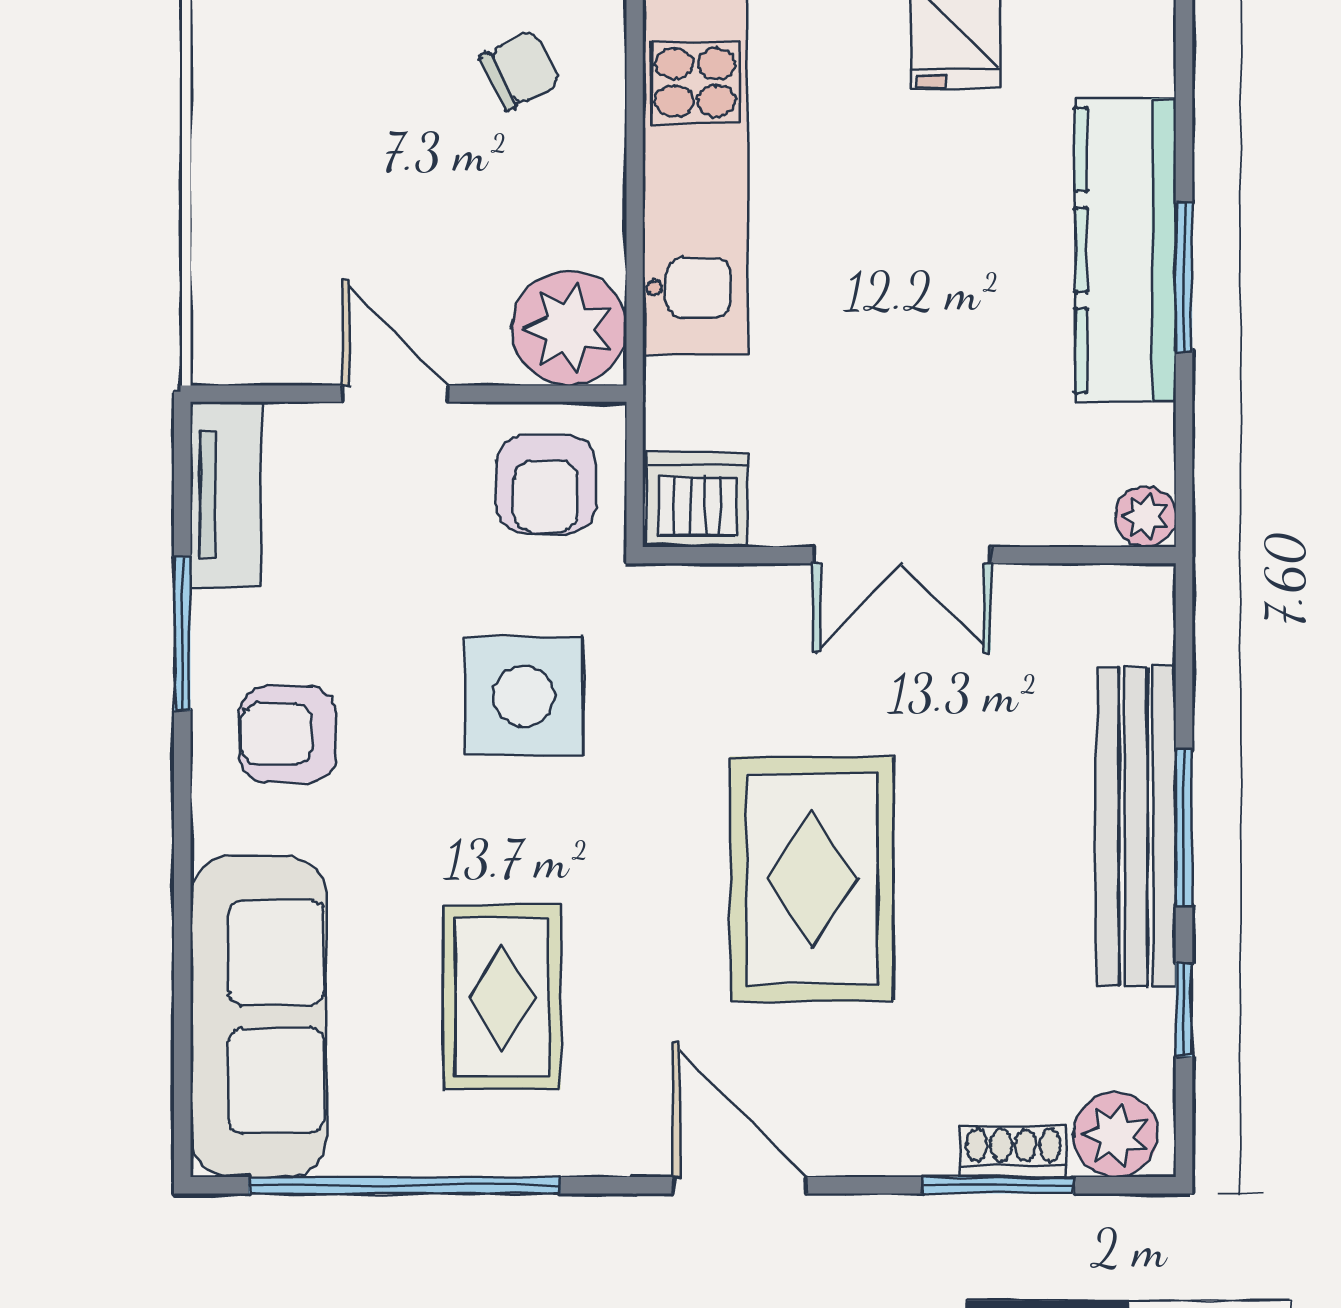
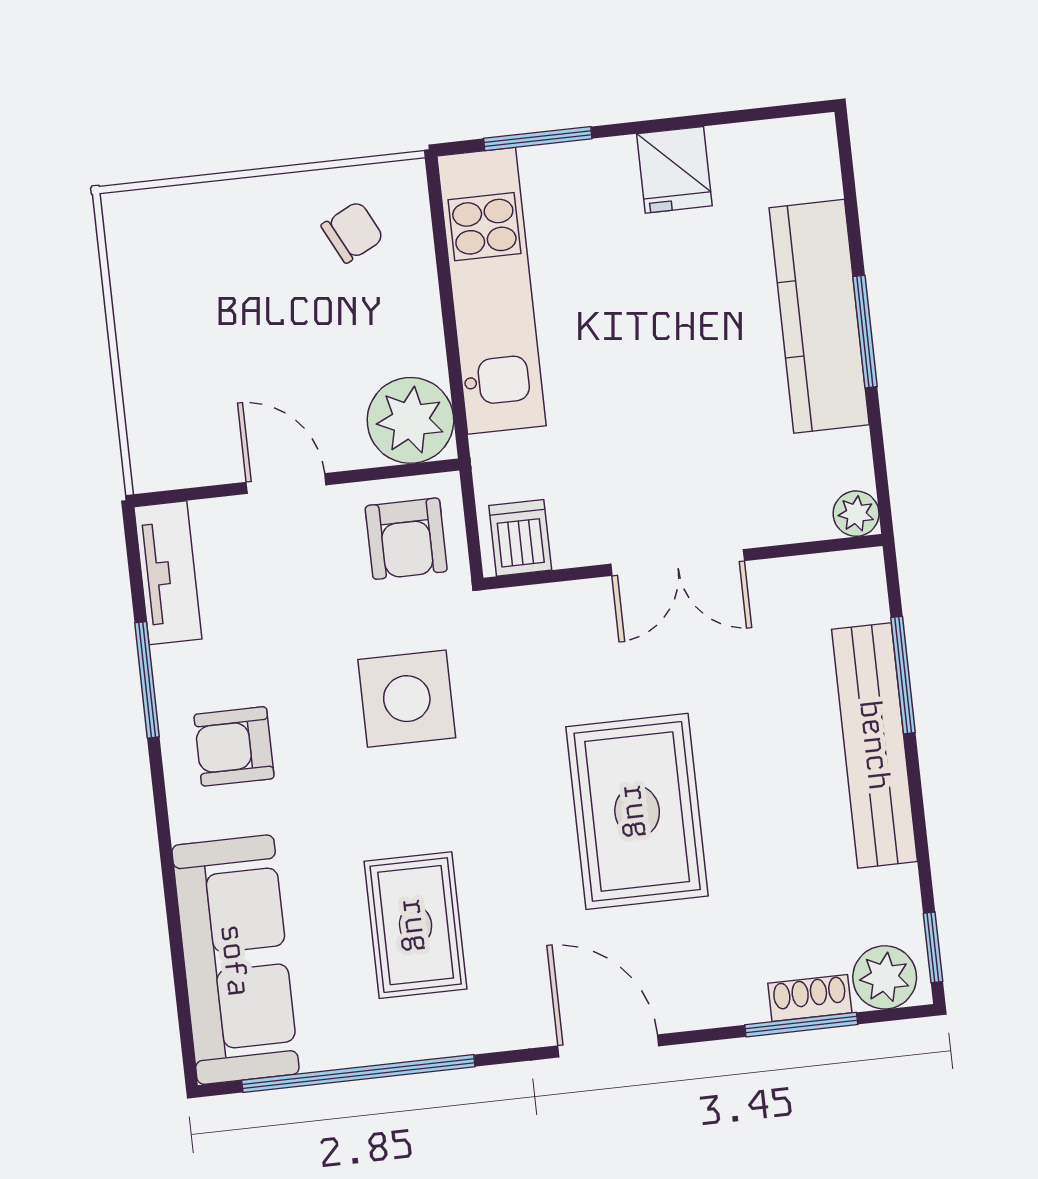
dishwasher: (697, 500) -> (520, 538), width x0.73
window: (1184, 828) -> (903, 675), moved
window: (1184, 1010) -> (933, 947), moved

